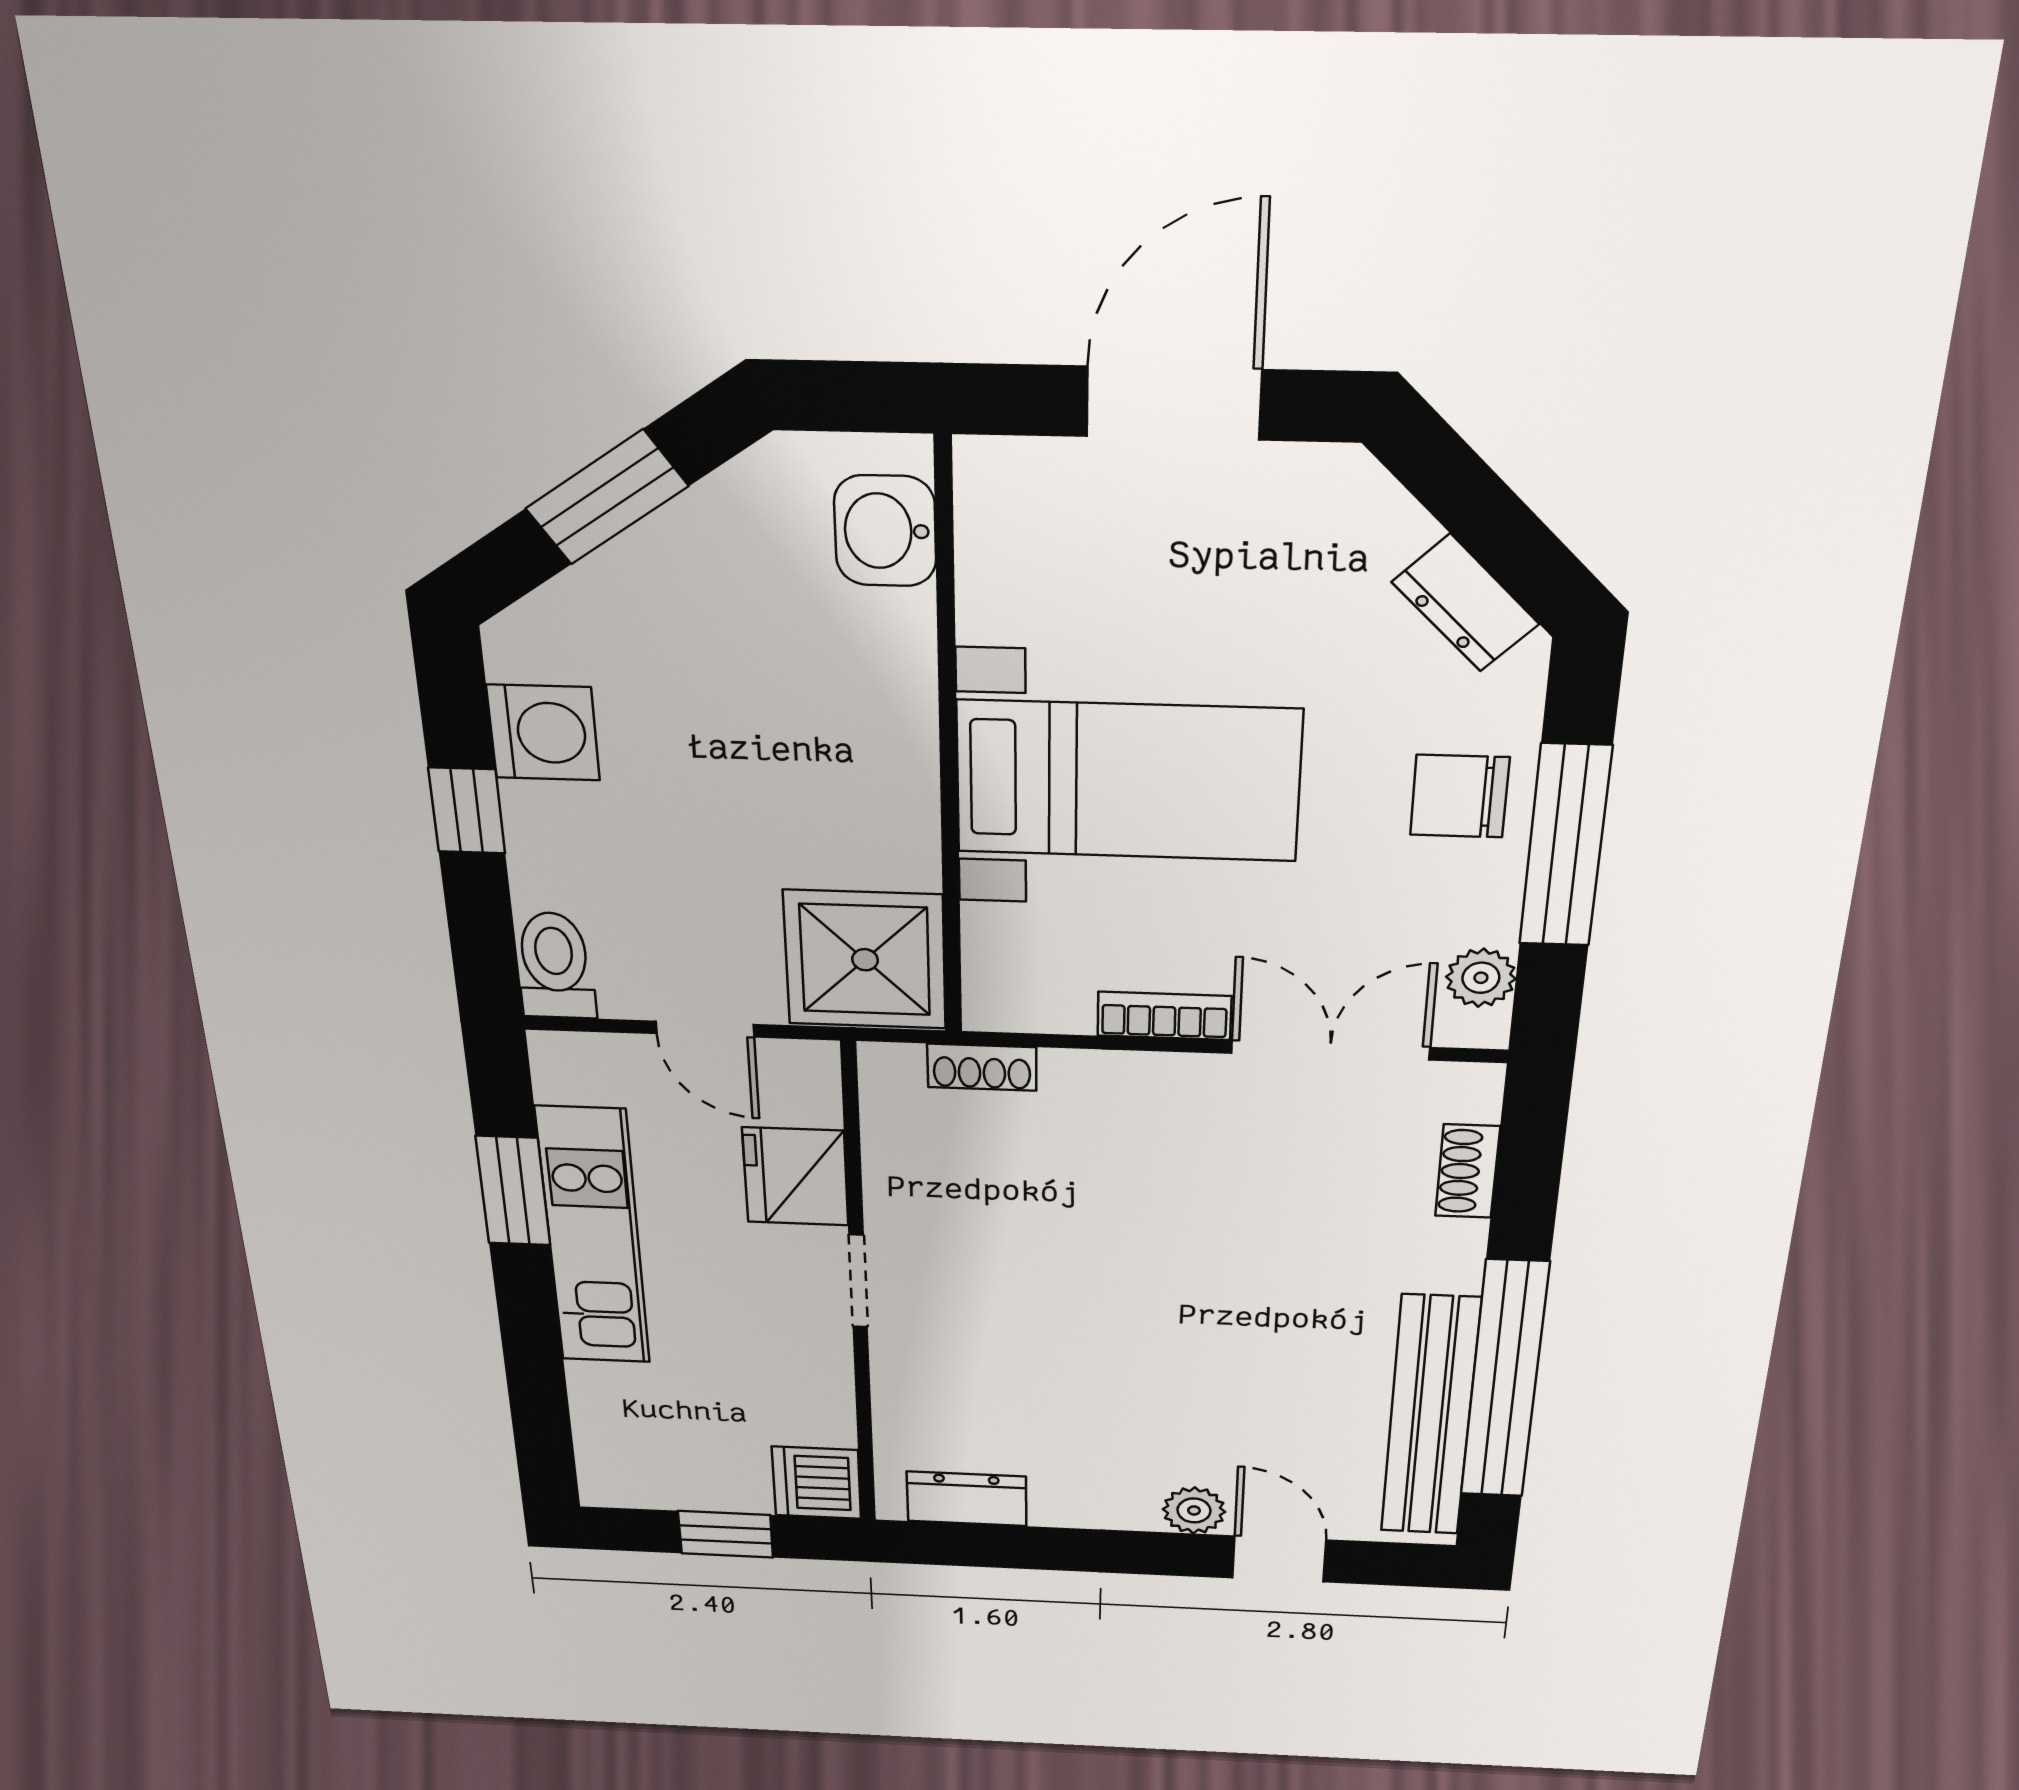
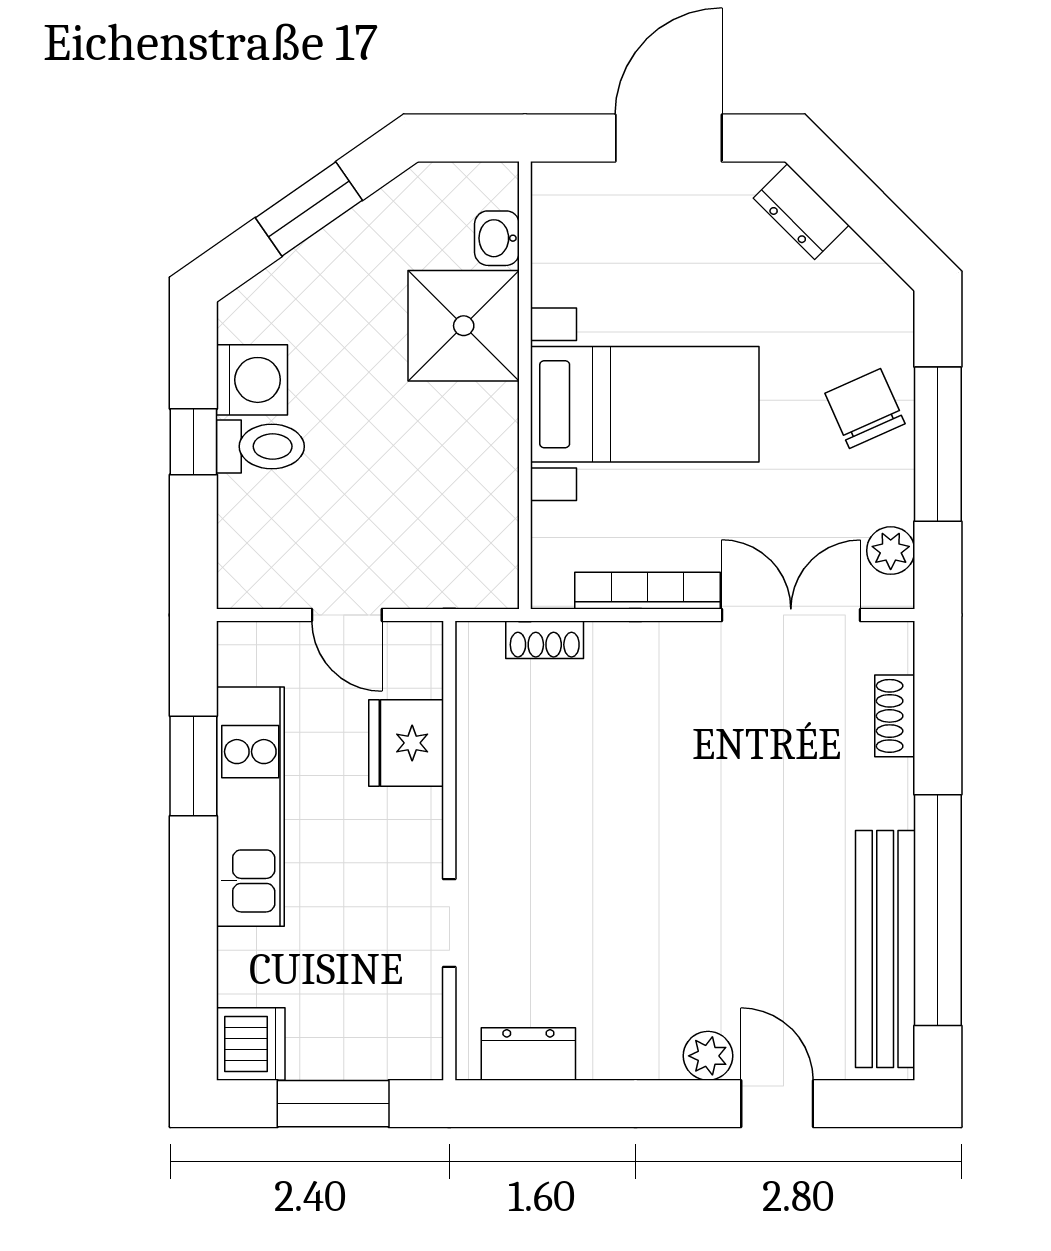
washbasin: (885, 531) -> (497, 238), width x0.72, depth x0.69
dresser: (1465, 603) -> (801, 212), moved
chair: (1460, 796) -> (865, 409), turned 66
shower: (865, 960) -> (464, 326), moved
toilet: (555, 966) -> (260, 446), moved, turned 90
bookcase: (1164, 1016) -> (647, 591), width x1.56
doorway: (858, 1281) -> (449, 923), moved
dishwasher: (817, 1483) -> (251, 1044), moved, turned 180
window: (726, 1534) -> (333, 1104), width x1.50

